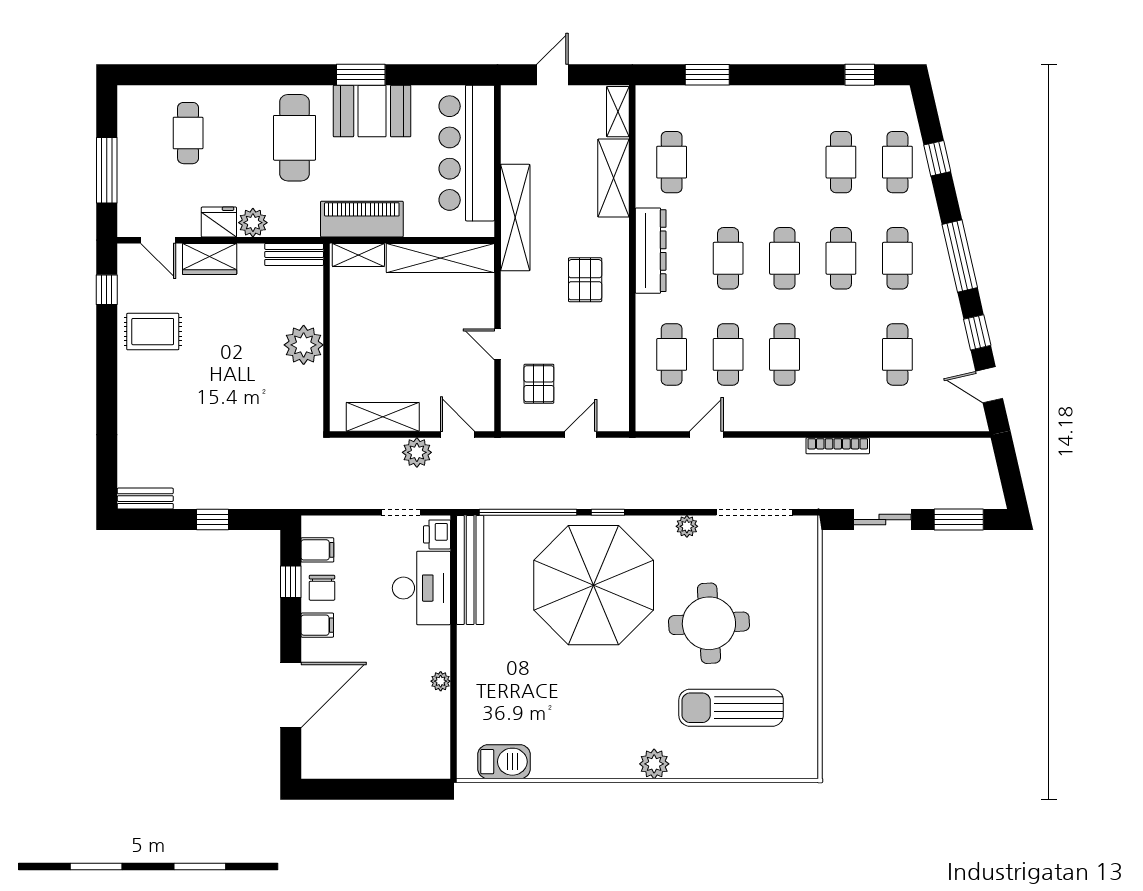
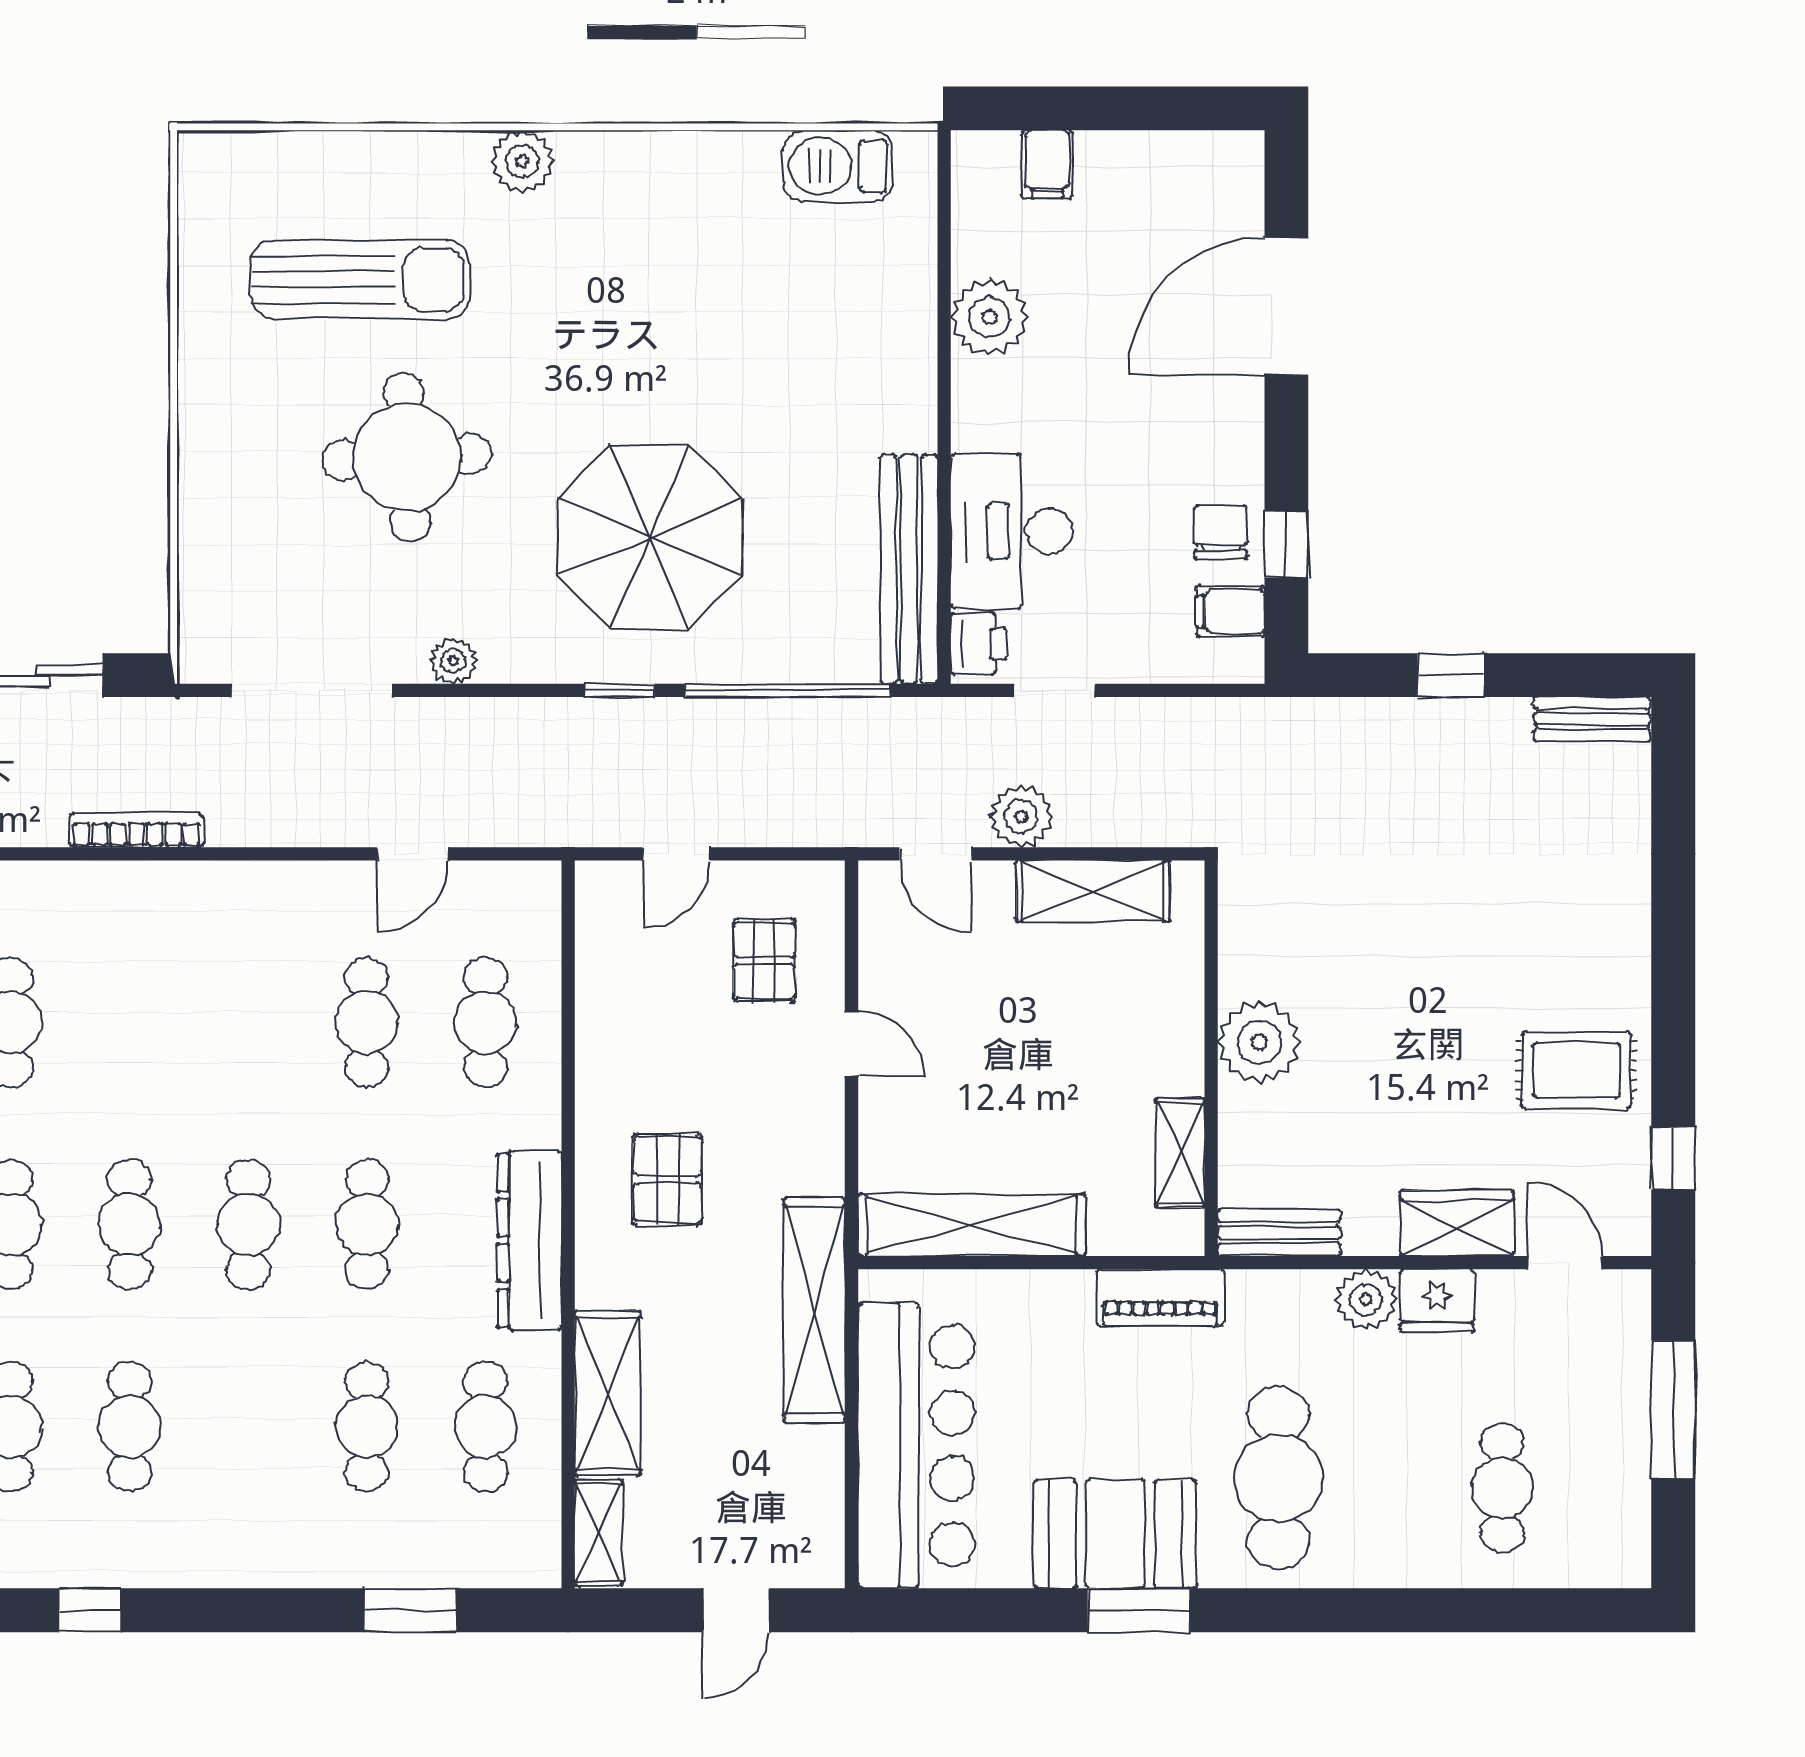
piano: (362, 219) -> (1160, 1298), width x0.73, depth x0.75
shelving: (358, 255) -> (1180, 1153), moved, turned 90
cafe table: (785, 354) -> (367, 1427), moved
parasol: (594, 585) -> (650, 537), width x0.73, depth x0.73
filing cabinet: (317, 625) -> (1047, 164), moved, turned -90
plant: (441, 681) -> (989, 317), width x1.88, depth x1.88

